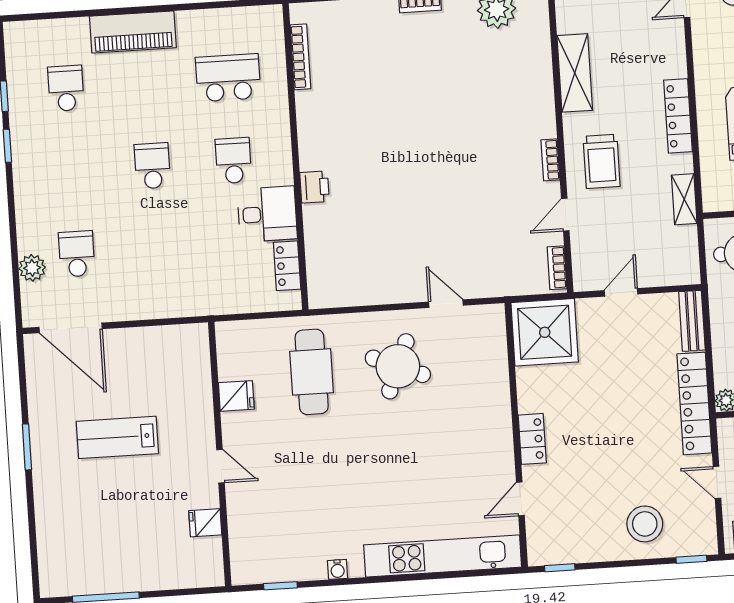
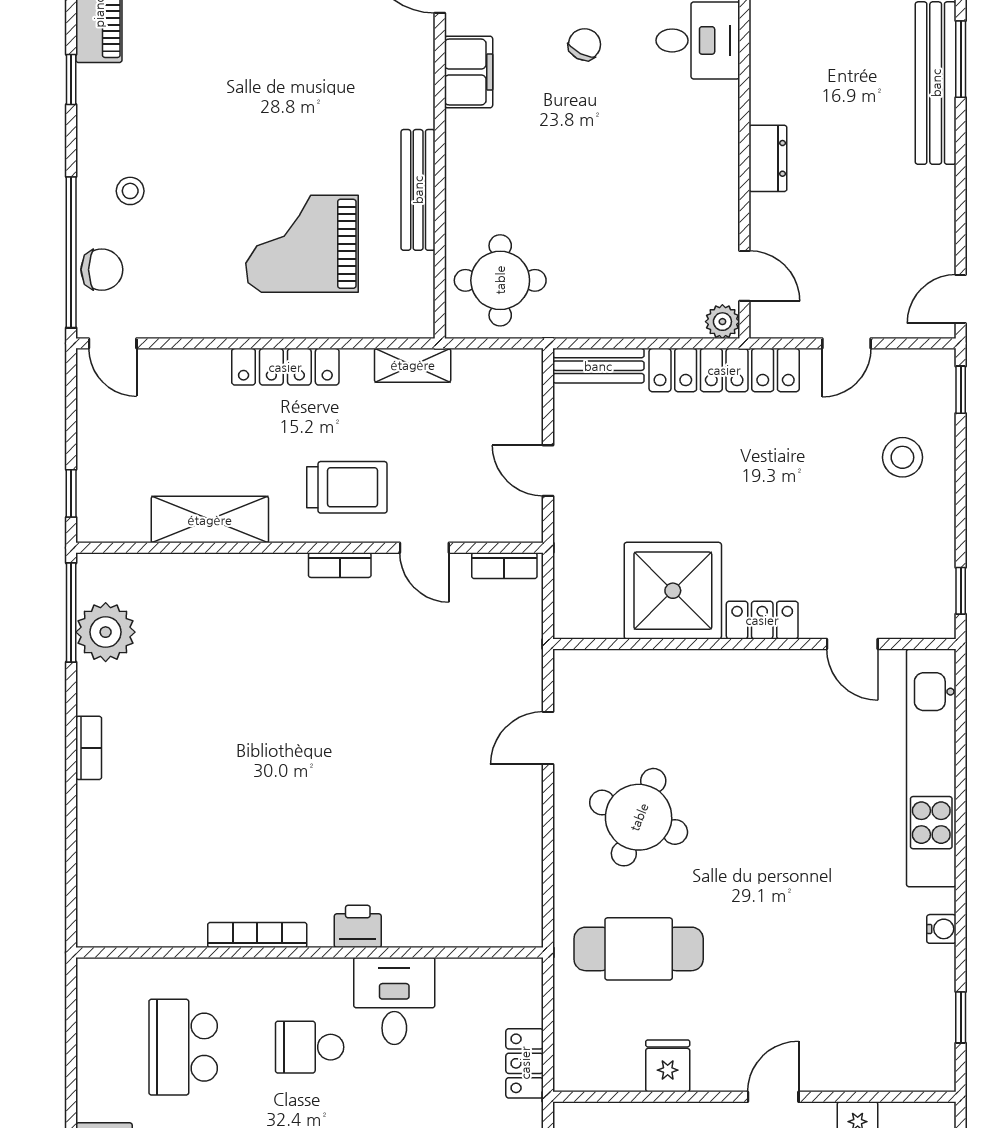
bookcase: (300, 57) -> (257, 935), moved
locker: (287, 266) -> (525, 1063), moved, turned 90
shower: (545, 332) -> (673, 591), moved
stool: (645, 524) -> (902, 457), width x0.73, depth x0.73

